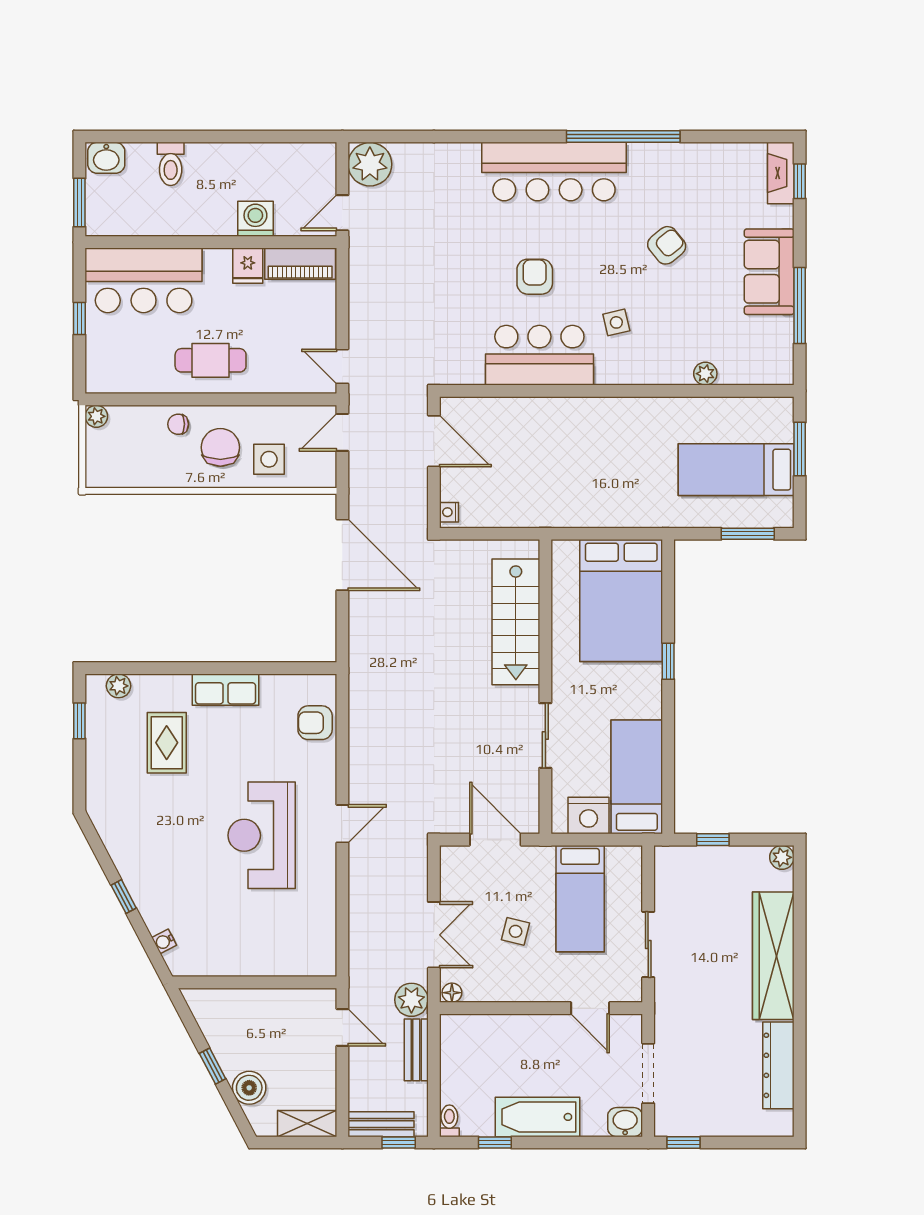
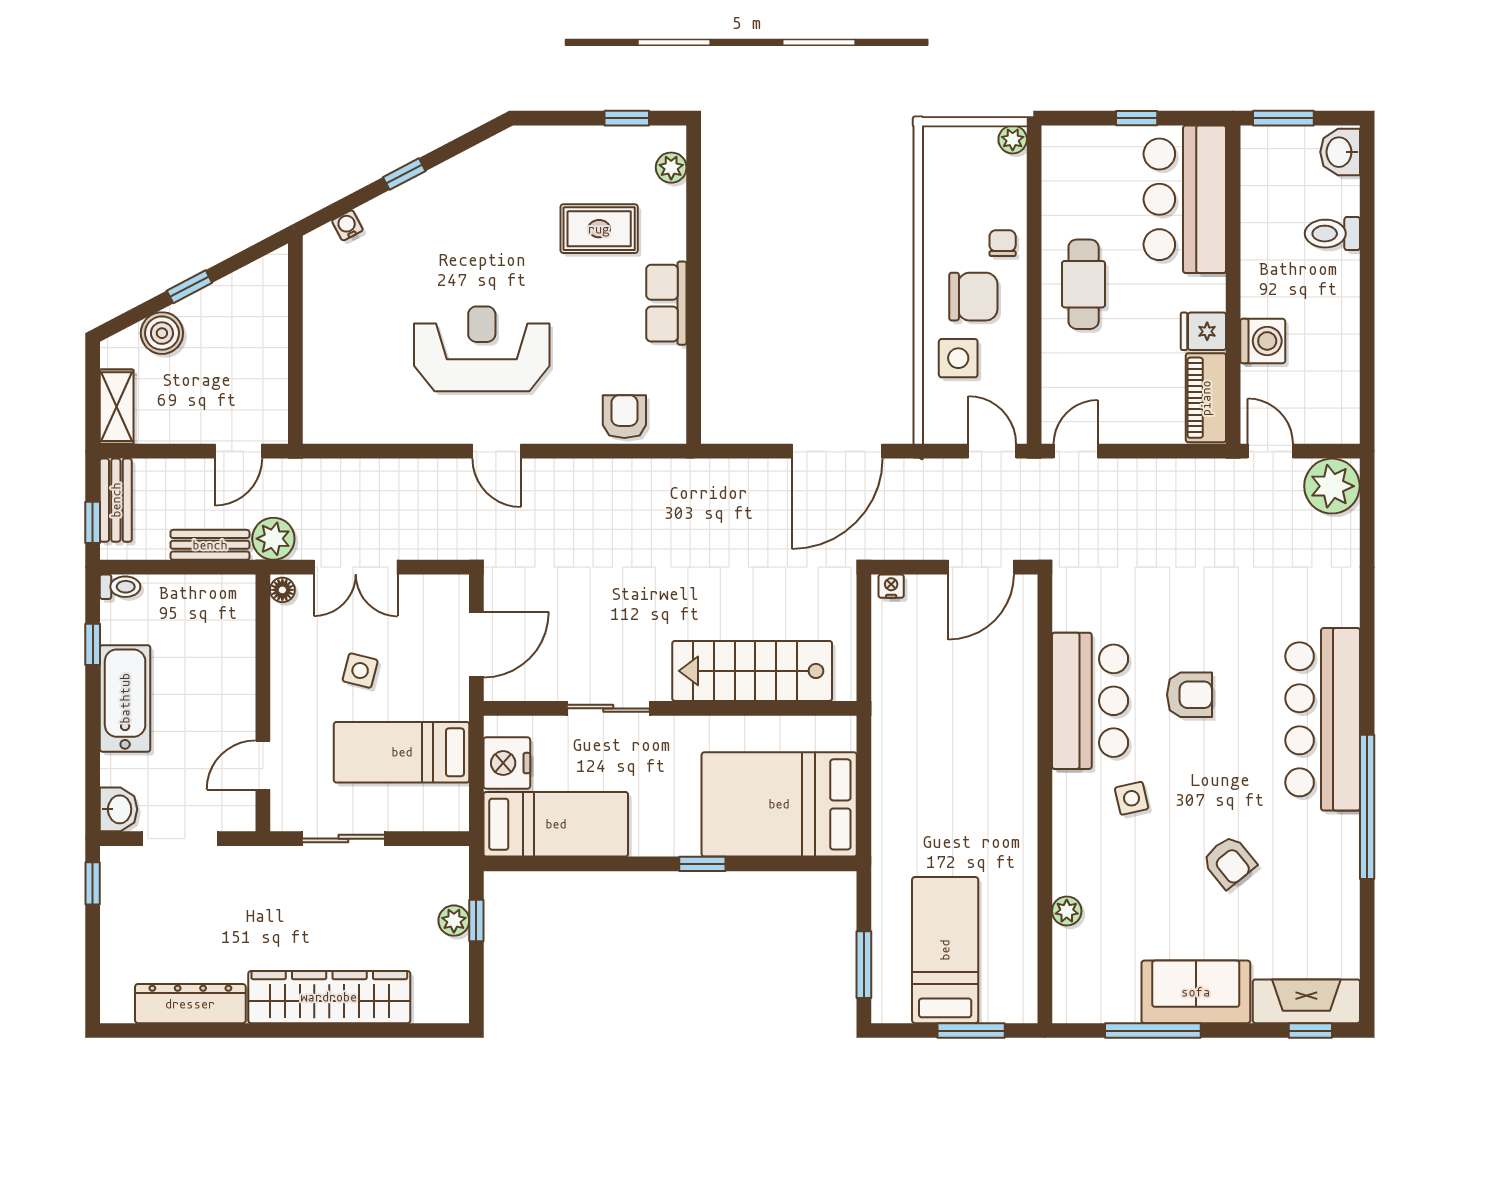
fireplace: (781, 173) -> (1306, 1001), width x1.37, depth x1.32
plant: (782, 857) -> (454, 921), moved

